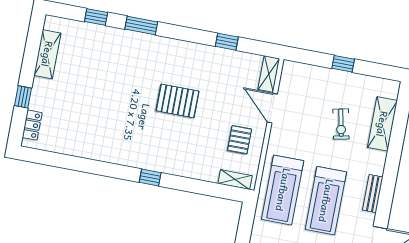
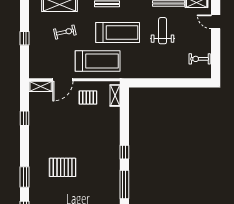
pallet: (178, 101) -> (63, 167), moved, turned 90
window: (103, 169) -> (124, 185), added
treadmill: (283, 190) -> (98, 61), moved

